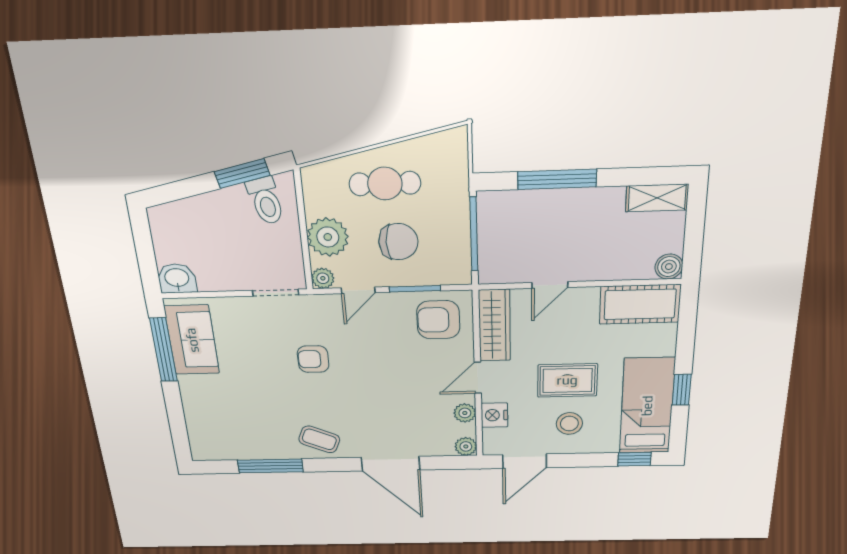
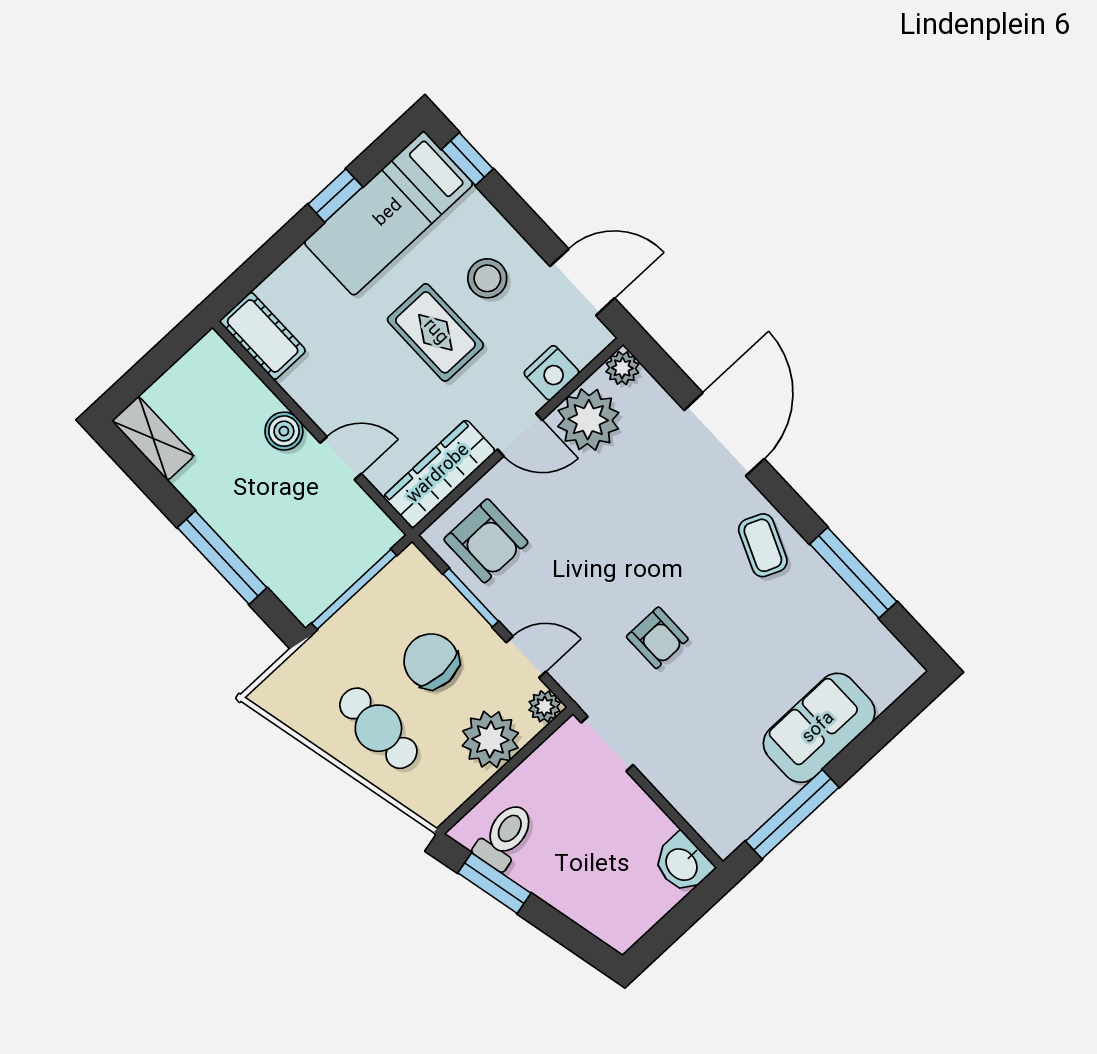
boiler: (669, 267) -> (284, 431), moved
cot: (640, 304) -> (263, 336), width x0.73, depth x0.75
sofa: (192, 340) -> (819, 728), moved
plant: (465, 413) -> (588, 420), width x1.87, depth x1.87

